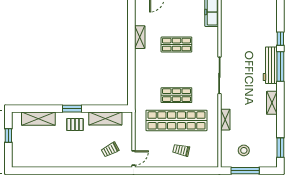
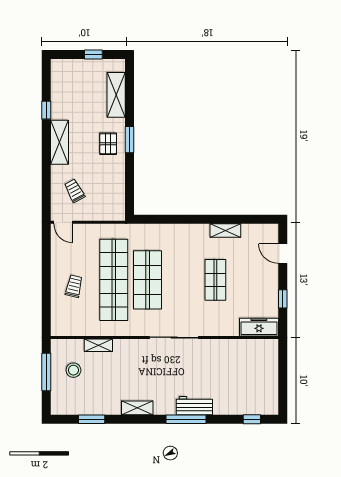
window: (280, 39) -> (252, 419), moved
workbench: (270, 65) -> (194, 406), width x0.73
shop shelf: (176, 95) -> (148, 280), width x1.43, depth x1.36
shelving: (105, 118) -> (60, 142), moved
shelving: (225, 120) -> (98, 345), moved
window: (280, 148) -> (92, 419), moved
window: (50, 171) -> (46, 110), added

